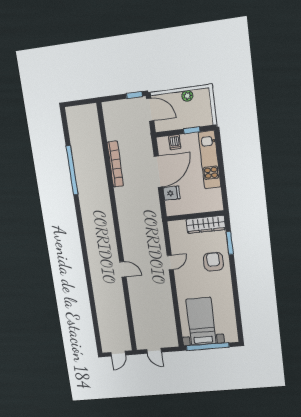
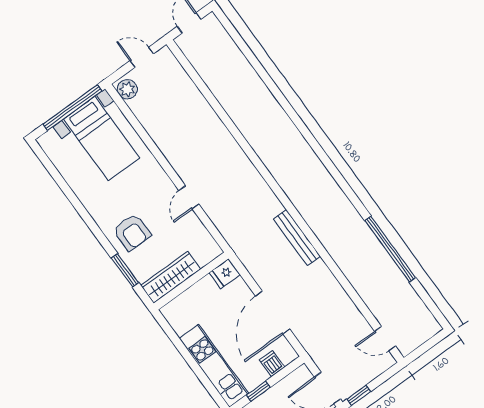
bookcase: (115, 164) -> (336, 290), removed
fridge: (172, 193) -> (225, 274), moved
bench: (121, 206) -> (297, 238), added
door: (123, 269) -> (385, 339), moved
plant: (172, 339) -> (127, 89), added

